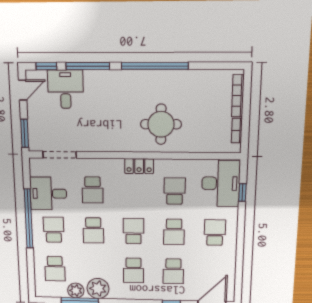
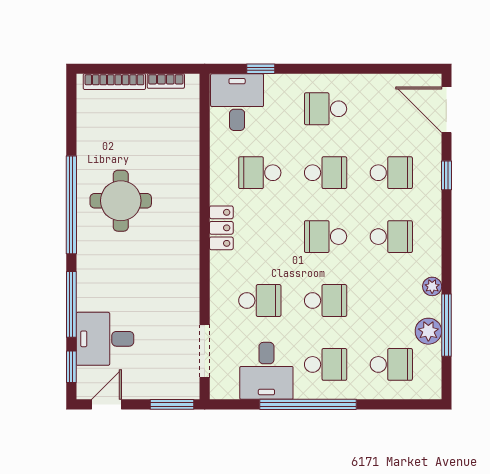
door: (23, 90) -> (107, 404), hinge flipped
round table: (161, 124) -> (121, 201), moved
desk: (221, 183) -> (237, 102), width x0.73
school desk: (54, 230) -> (326, 364), turned 180
plant: (98, 289) -> (432, 286), width x0.53, depth x0.53

